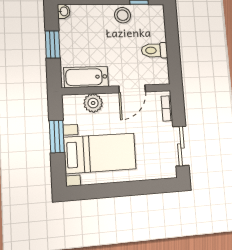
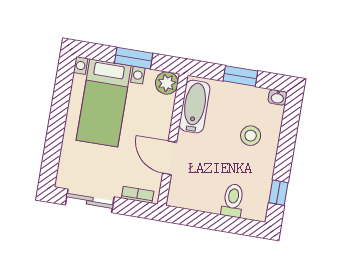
stool: (123, 15) -> (251, 136), moved
toilet: (154, 50) -> (233, 200), moved
plant: (93, 103) -> (167, 83), moved

